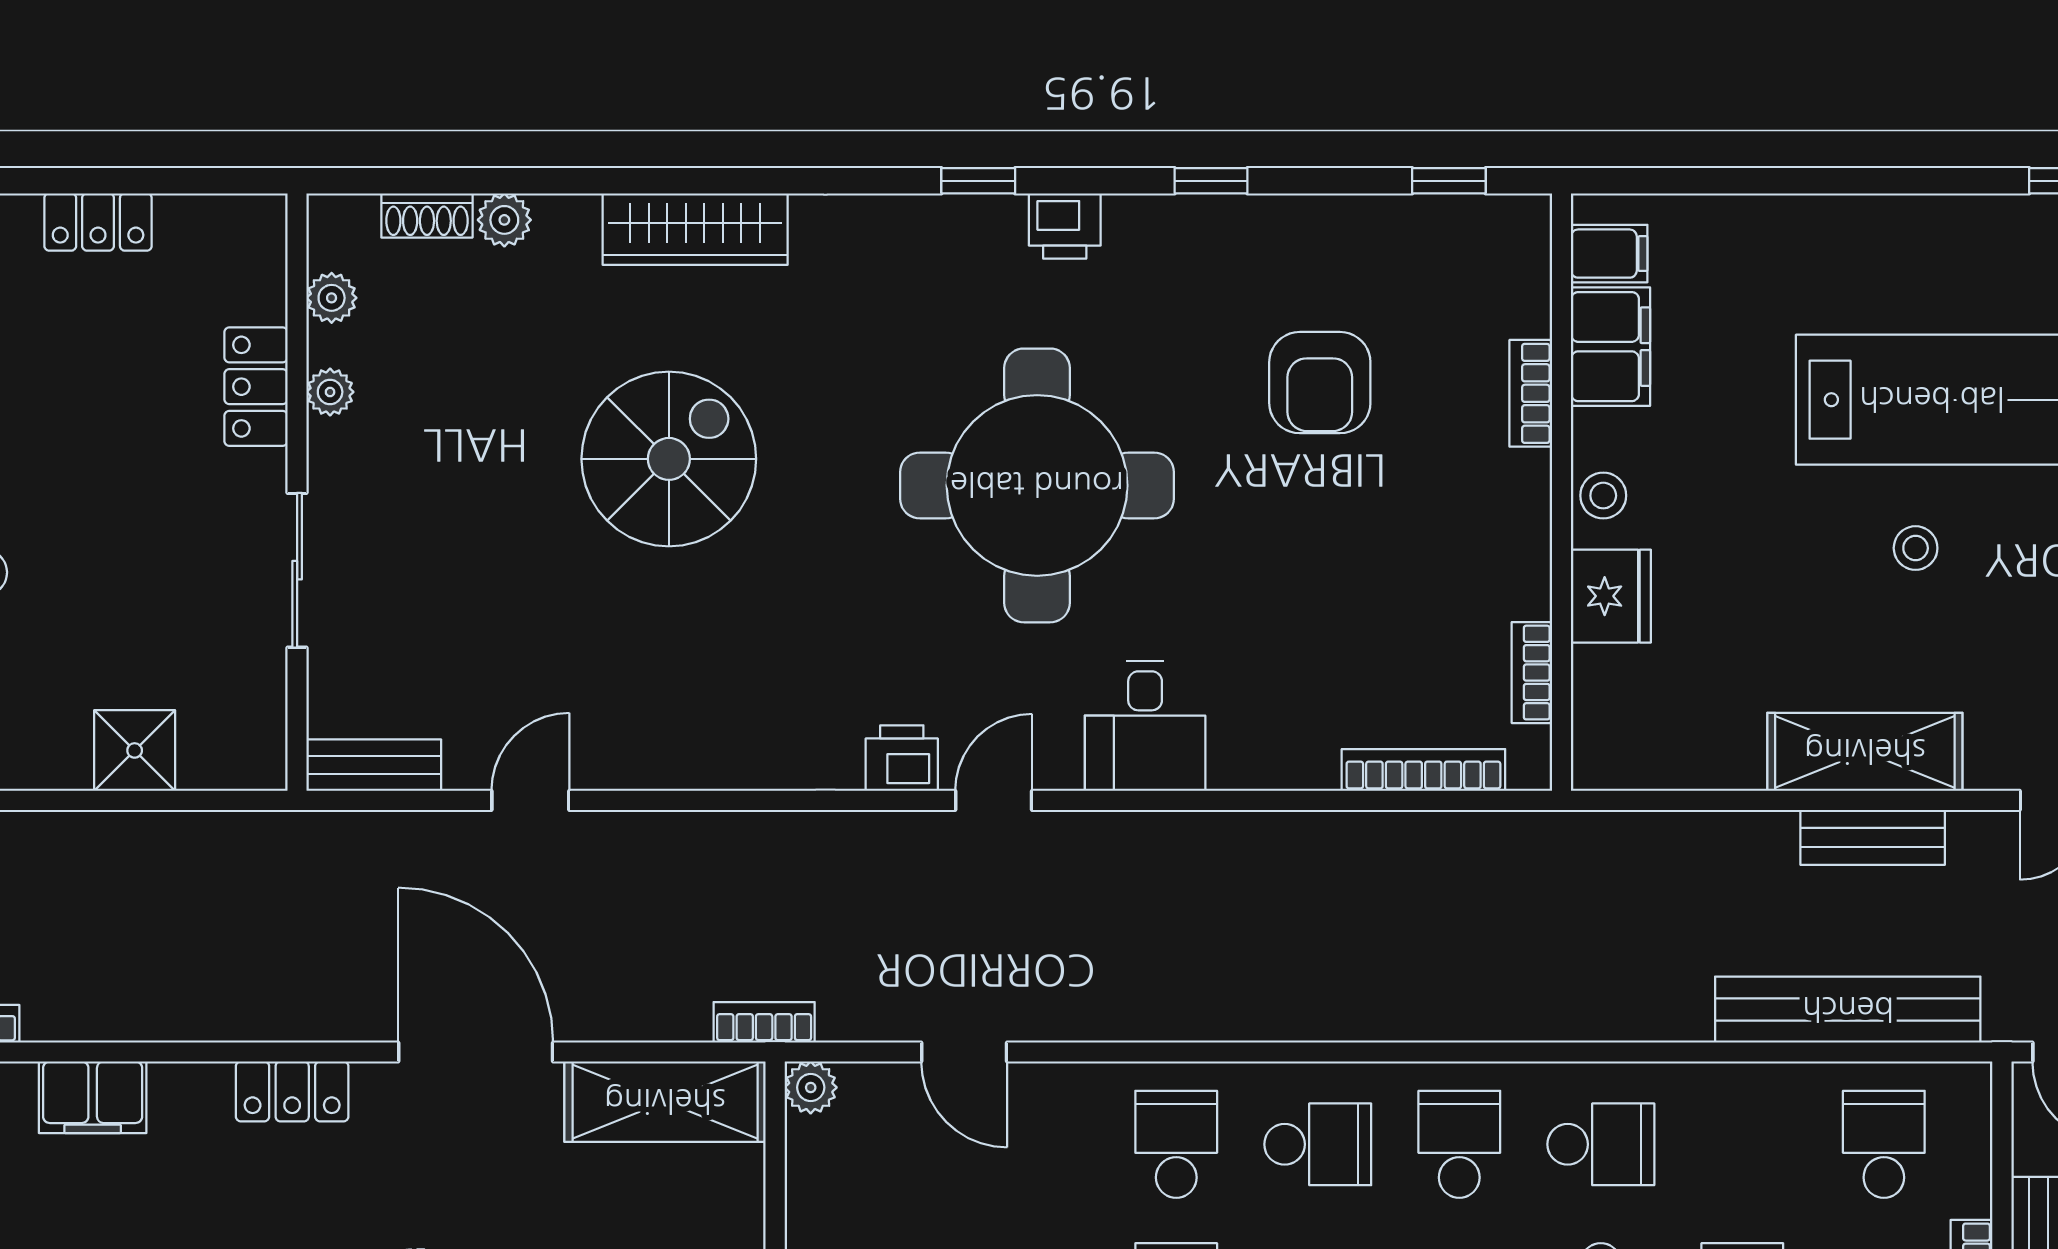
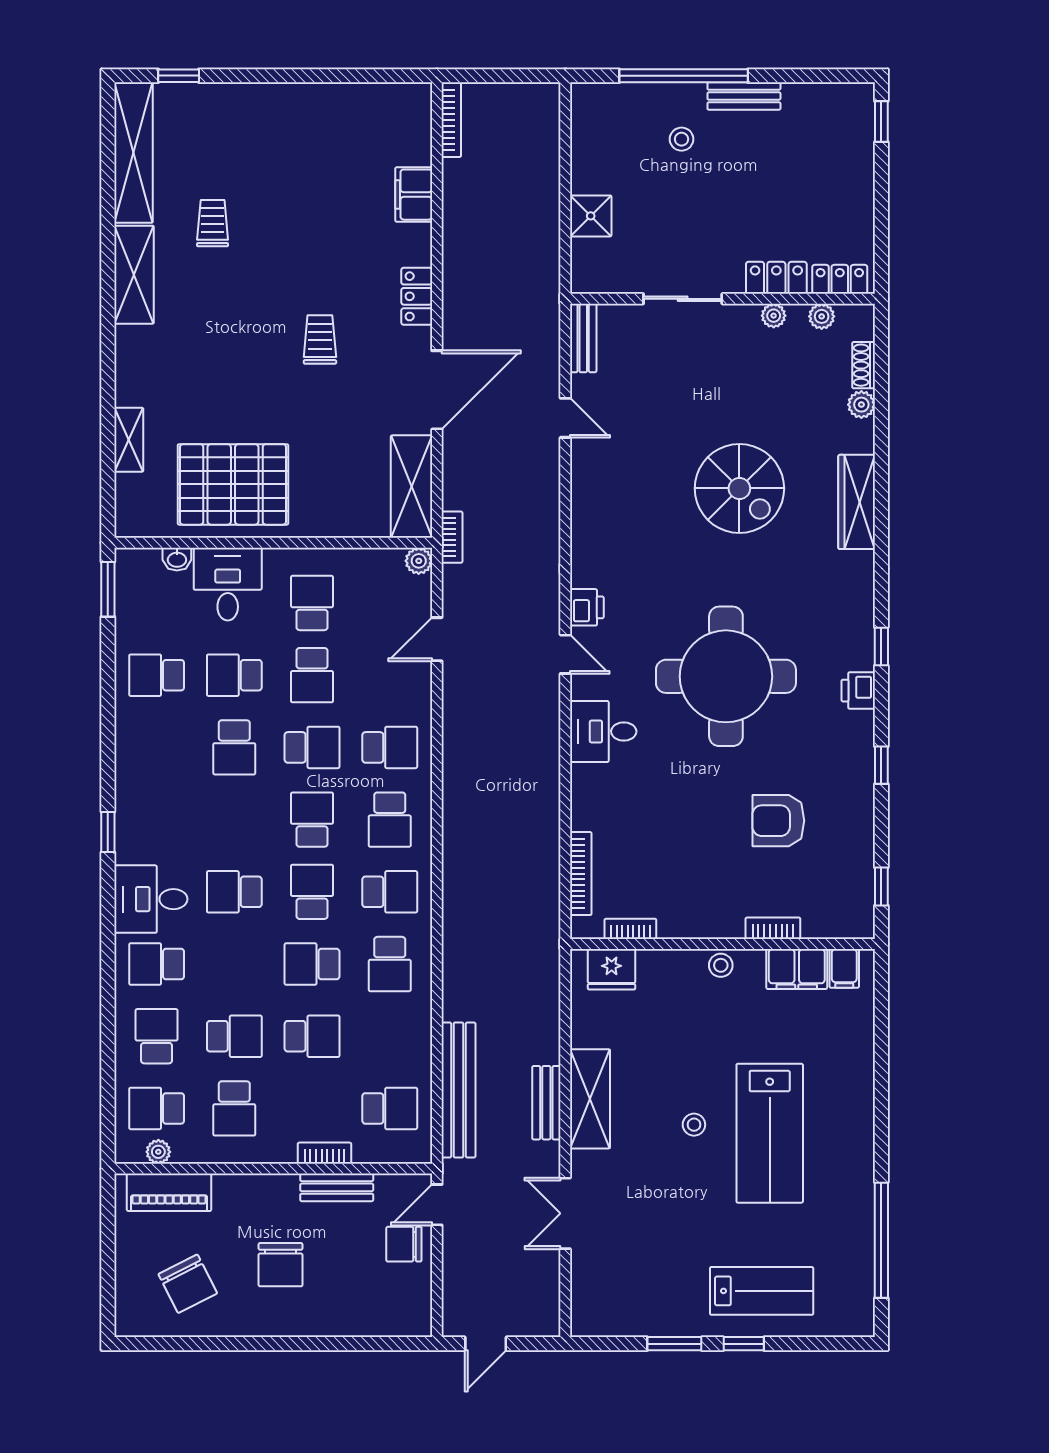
locker: (98, 222) -> (840, 279), moved, turned 90
fridge: (1611, 596) -> (612, 969), moved

